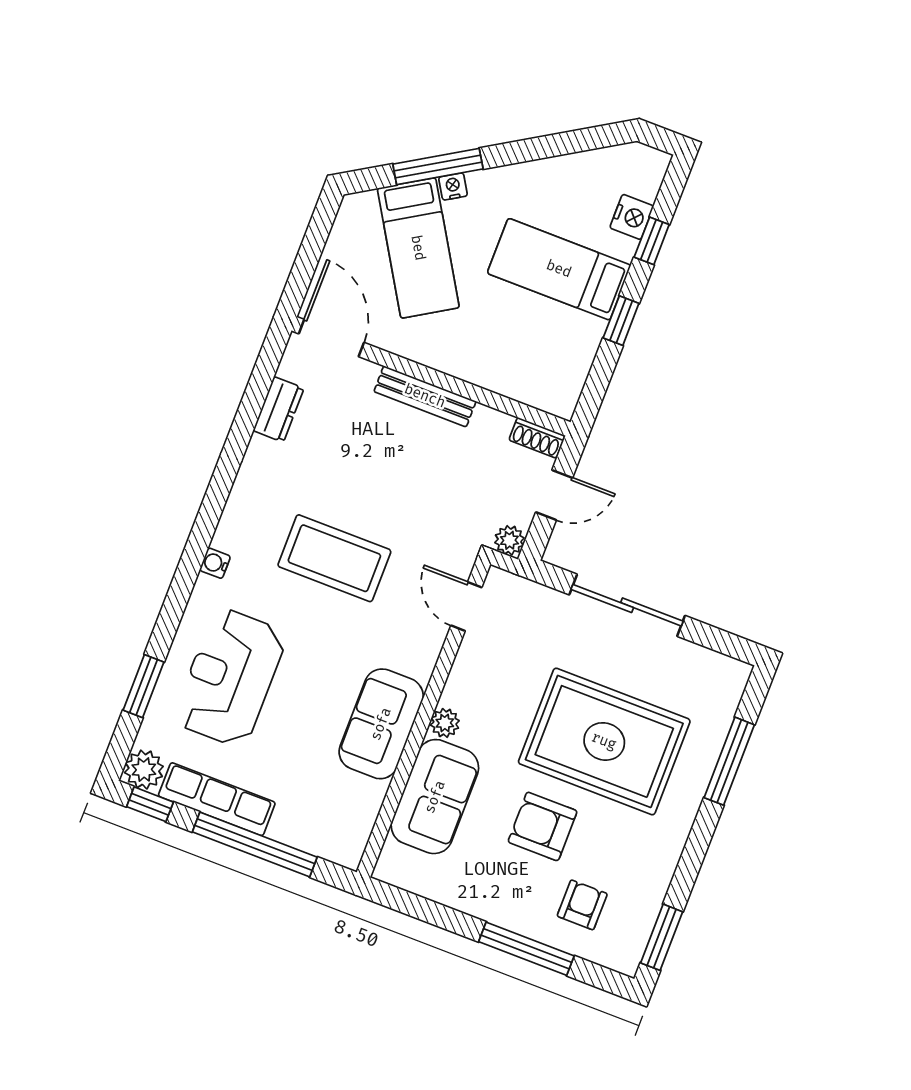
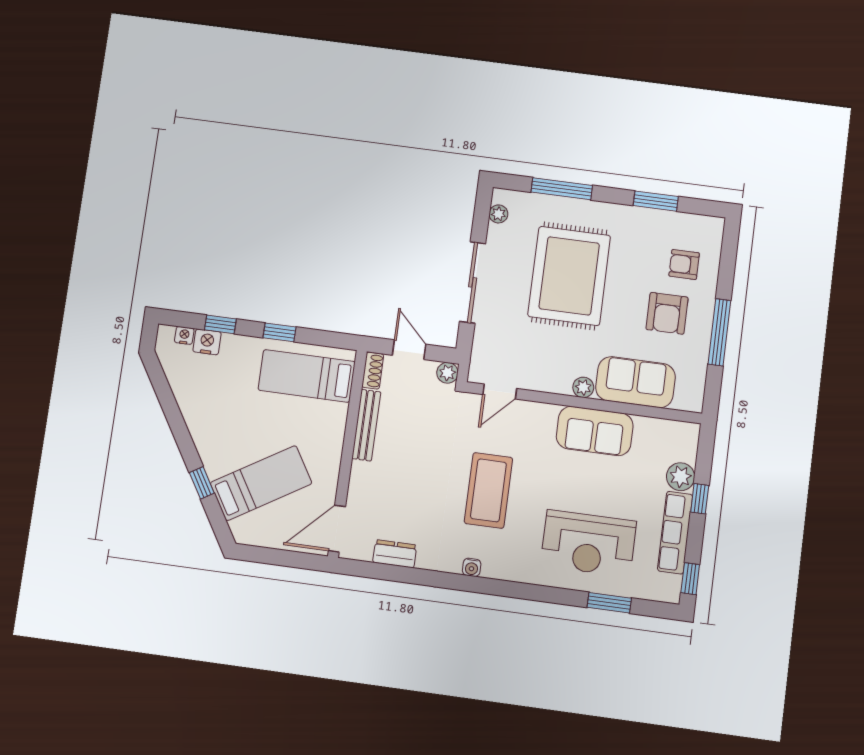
window: (438, 166) -> (202, 483), width x0.46
nightstand: (453, 187) -> (184, 335), moved, turned 121
bed: (559, 269) -> (307, 376), moved, turned 90
bench: (425, 396) -> (366, 425), moved
water cooler: (215, 563) -> (472, 567), moved
plant: (715, 664) -> (498, 214), added
plant: (144, 770) -> (681, 477), moved
armchair: (543, 826) -> (667, 313), moved
window: (255, 845) -> (700, 499), width x0.32
window: (662, 937) -> (656, 201), moved
window: (526, 949) -> (719, 332), moved

